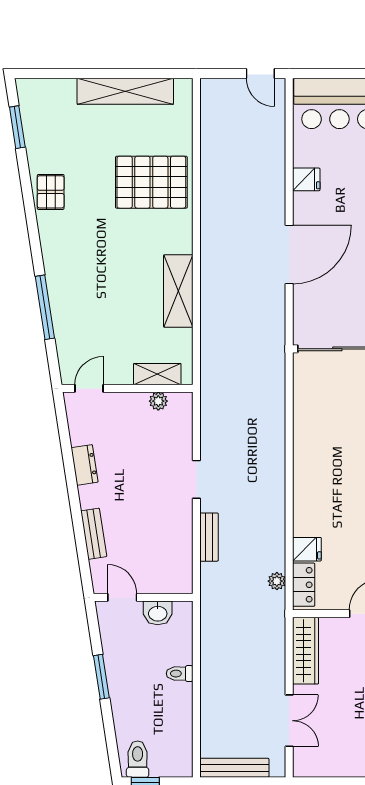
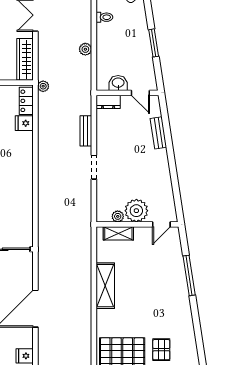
pallet: (51, 192) -> (161, 350), moved
plant: (129, 410) -> (136, 211), added
dresser: (85, 465) -> (108, 102), moved, turned -81
plant: (277, 581) -> (43, 86), moved
plant: (210, 667) -> (85, 49), added
toilet: (180, 674) -> (104, 17), moved

